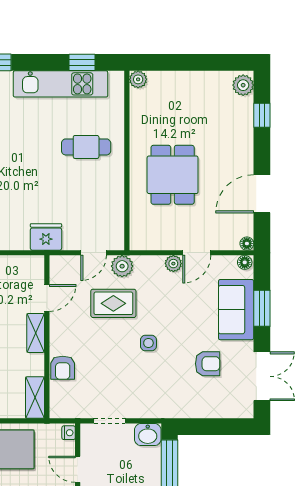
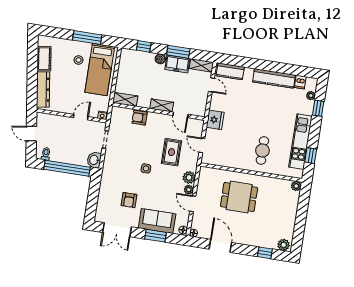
plant: (122, 266) -> (189, 177), moved

